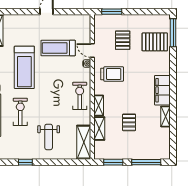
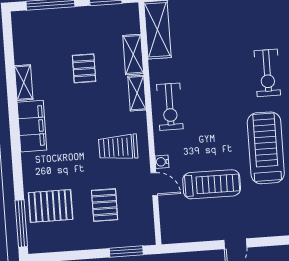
weight bench: (49, 137) -> (217, 34), removed

